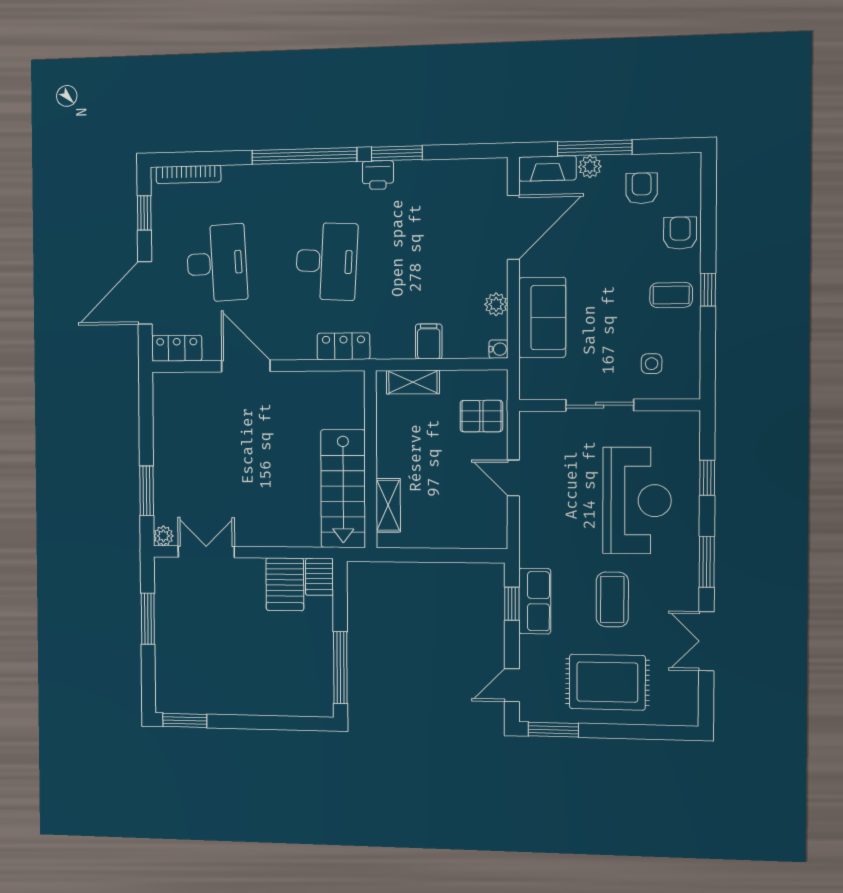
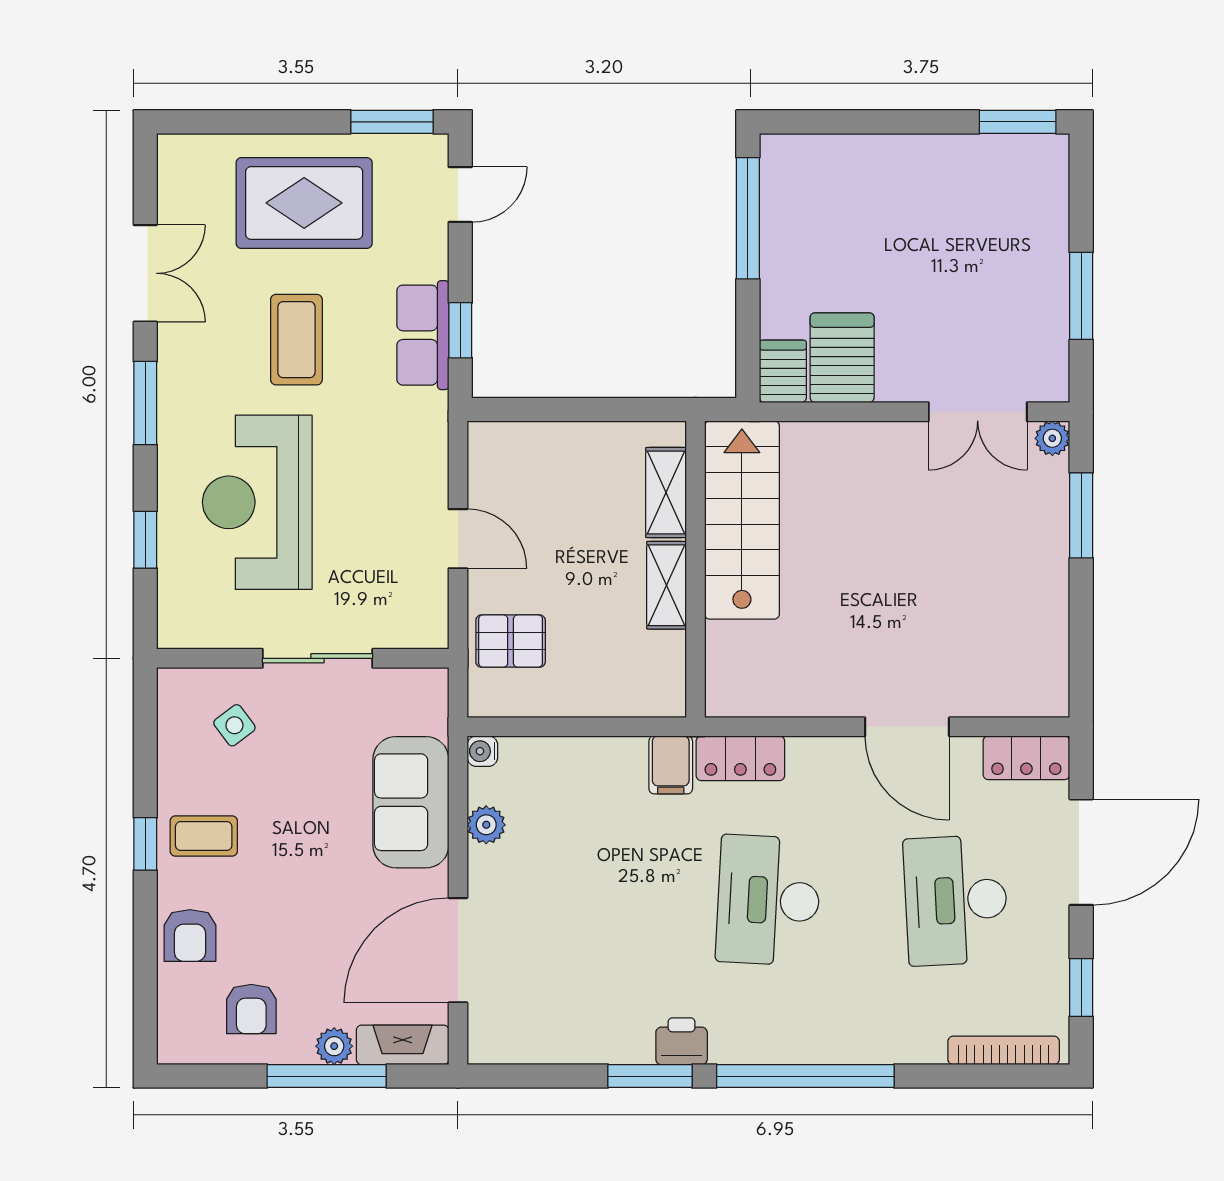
filing cabinet: (429, 341) -> (671, 765), moved
side table: (652, 364) -> (234, 725), turned -37
shelving: (413, 382) -> (667, 585), moved, turned 90

